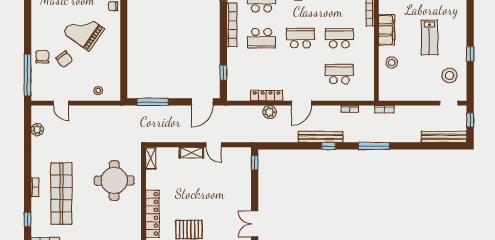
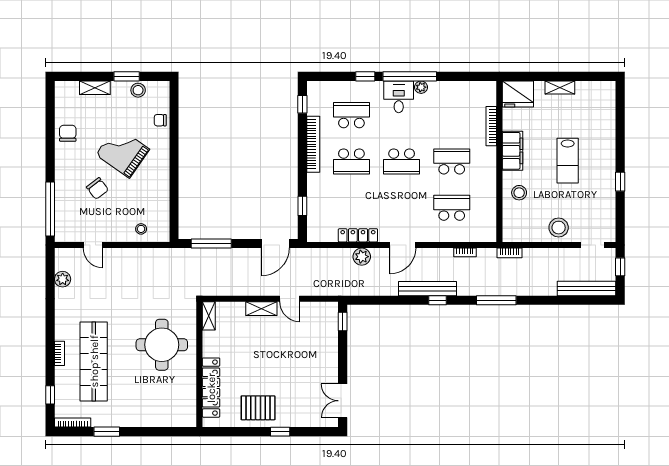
school desk: (300, 38) -> (402, 161), turned 180
chair: (42, 57) -> (68, 133), moved
stool: (449, 75) -> (559, 228), moved

